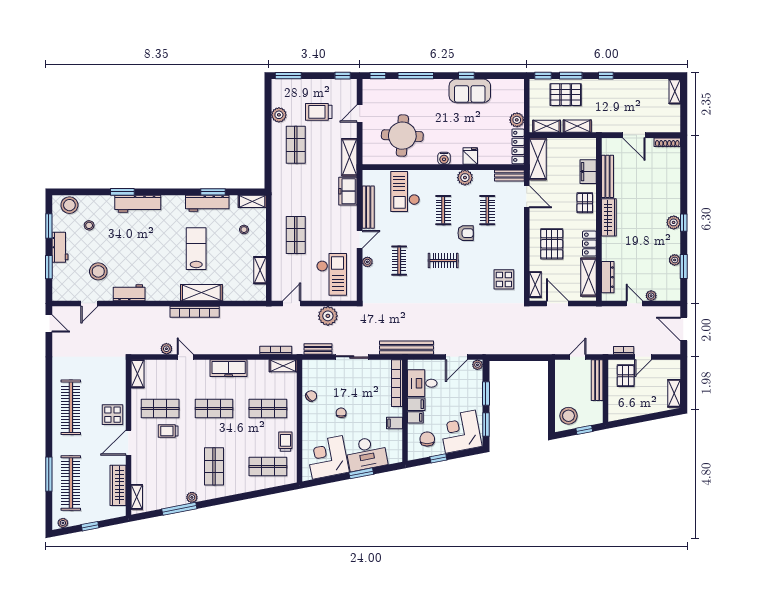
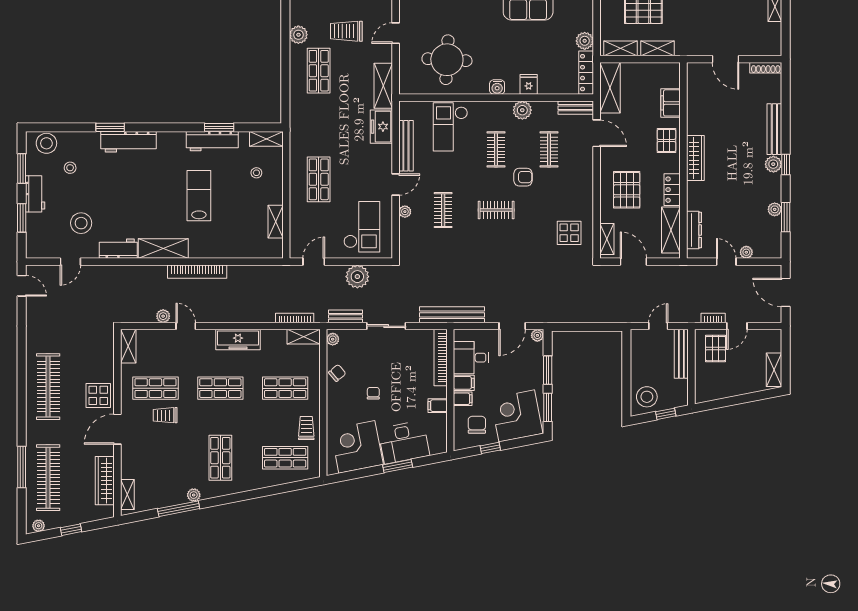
bench: (607, 176) -> (774, 129), moved
shelving: (201, 293) -> (163, 249), moved
plant: (307, 368) -> (333, 339), added

